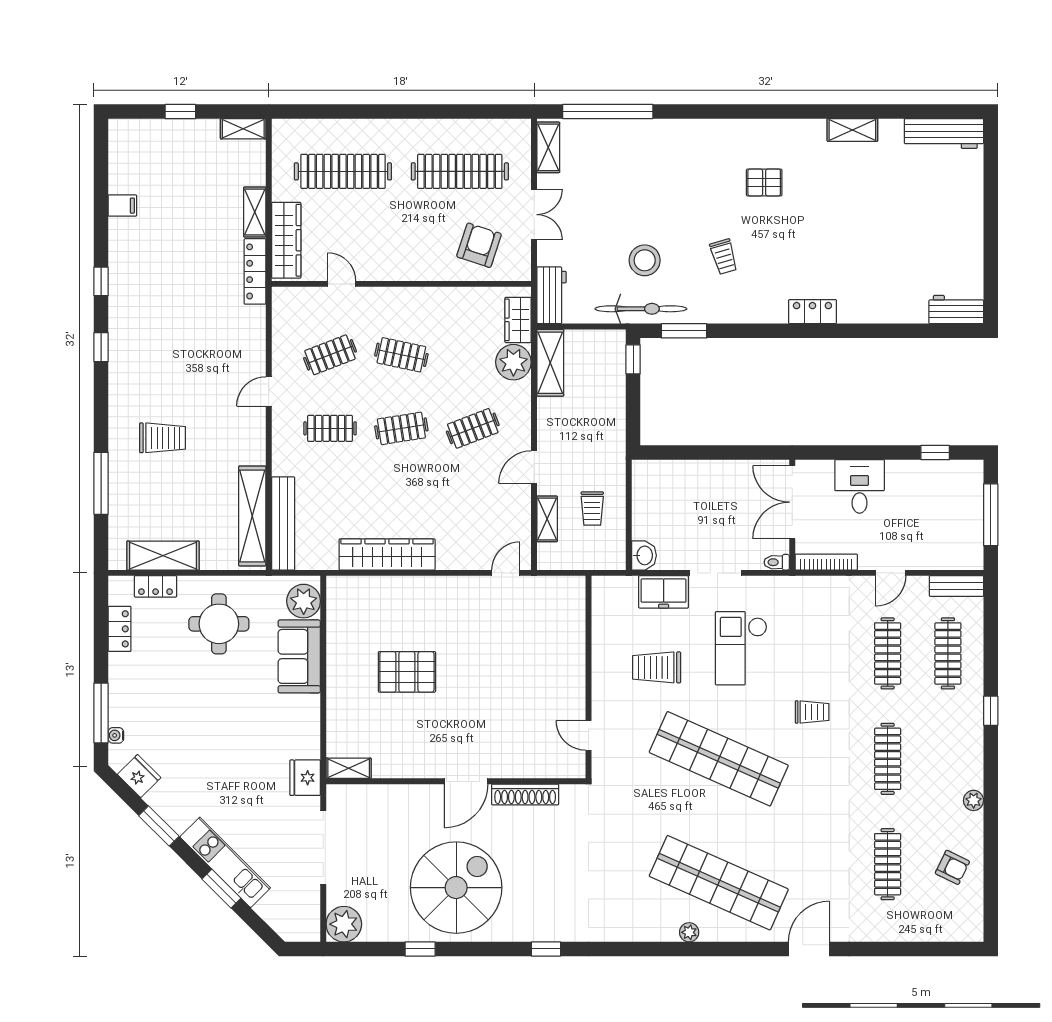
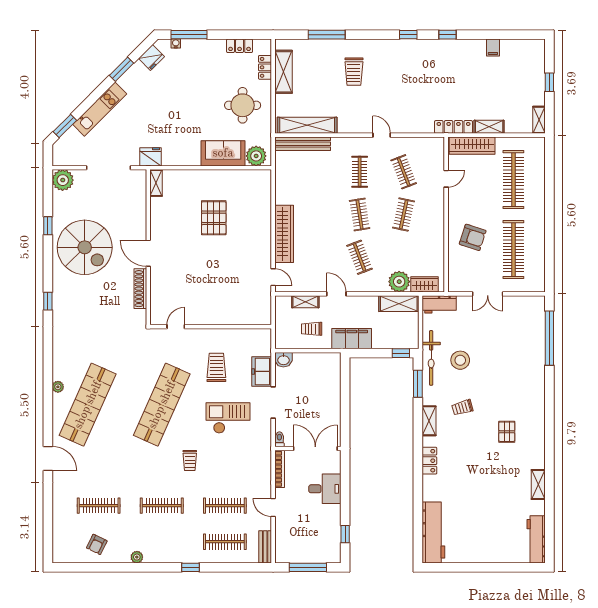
shelving: (548, 147) -> (429, 421), moved, turned 90
armchair: (479, 245) -> (473, 237), moved
workbench: (956, 310) -> (433, 532), width x1.88, depth x1.32
filing cabinet: (609, 442) -> (352, 339), added
wardrobe: (387, 554) -> (284, 234), moved
window: (221, 889) -> (65, 126), moved

